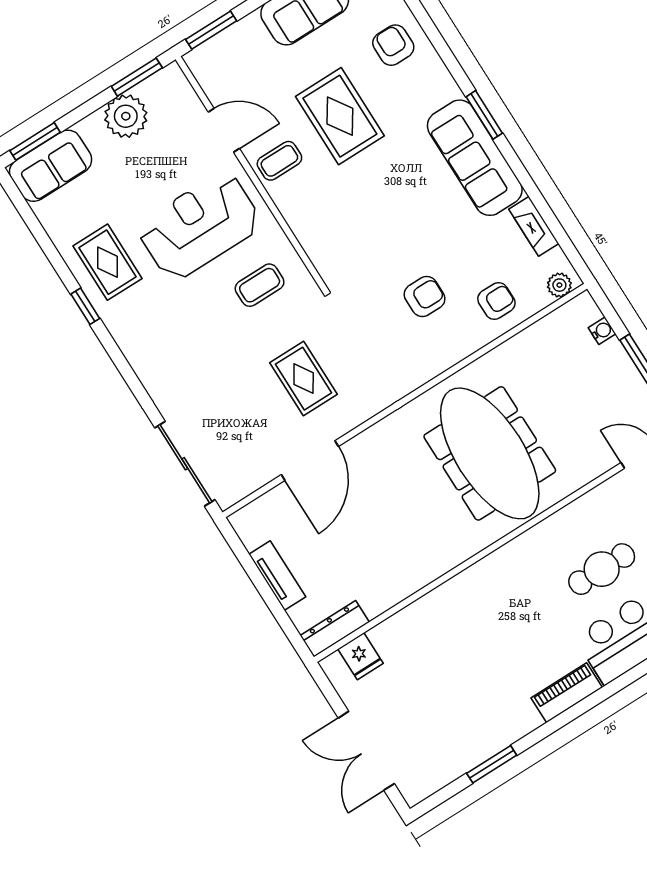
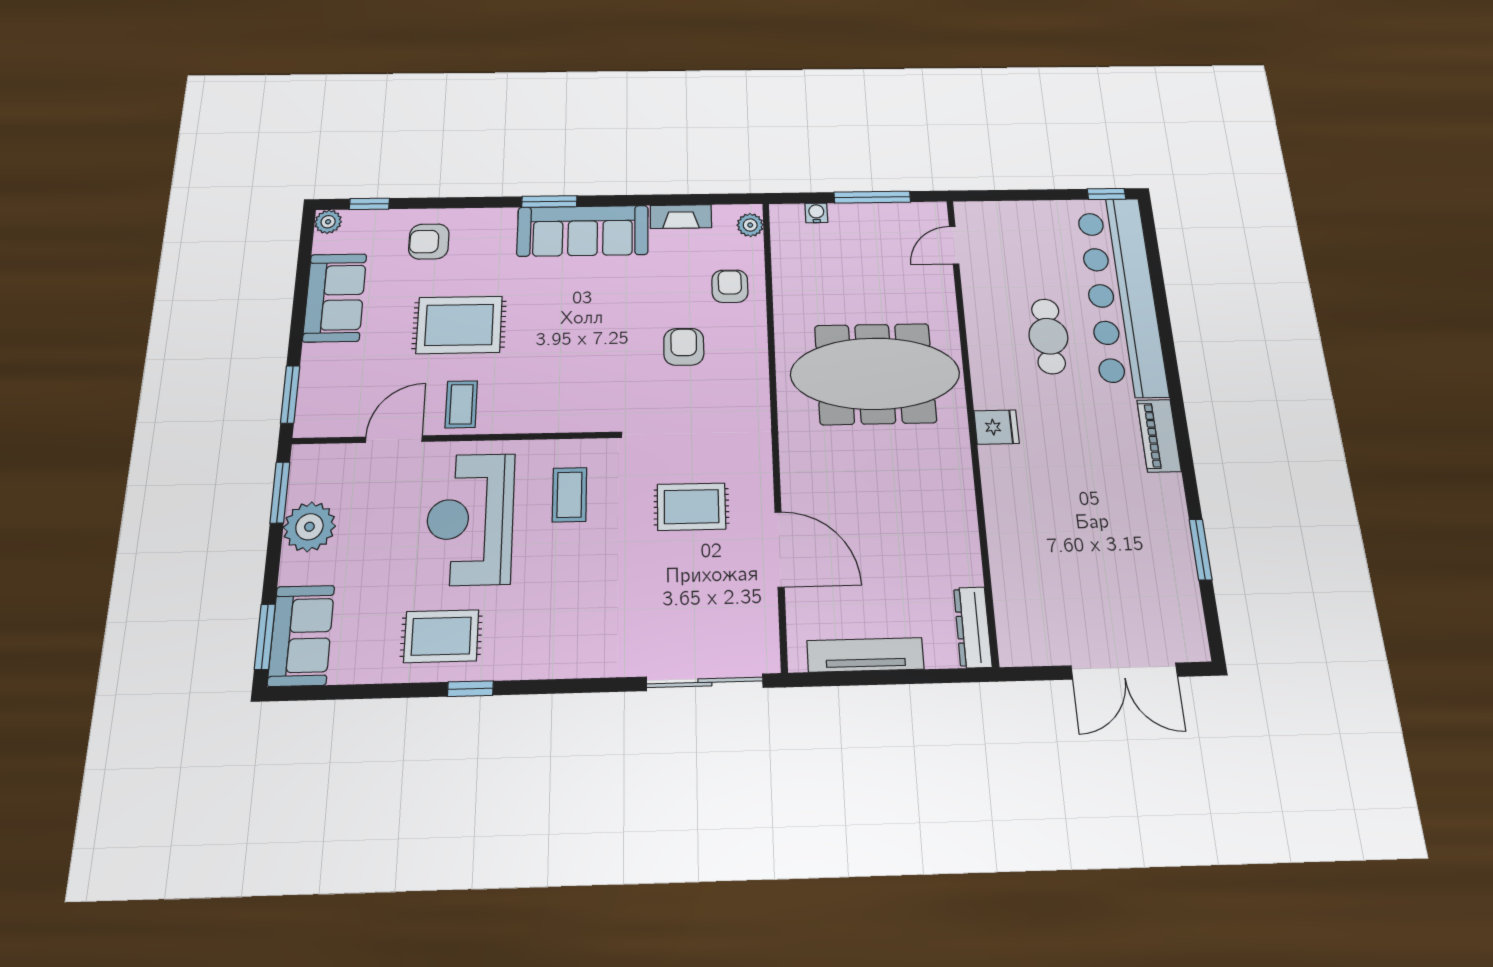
tv unit: (277, 575) -> (865, 655), width x1.41
fridge: (361, 656) -> (996, 427), moved

